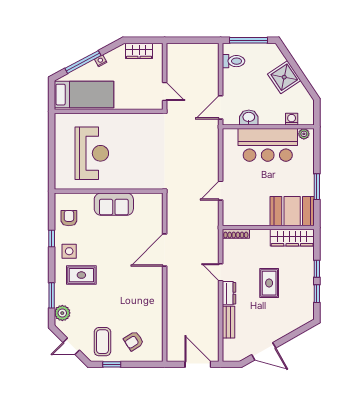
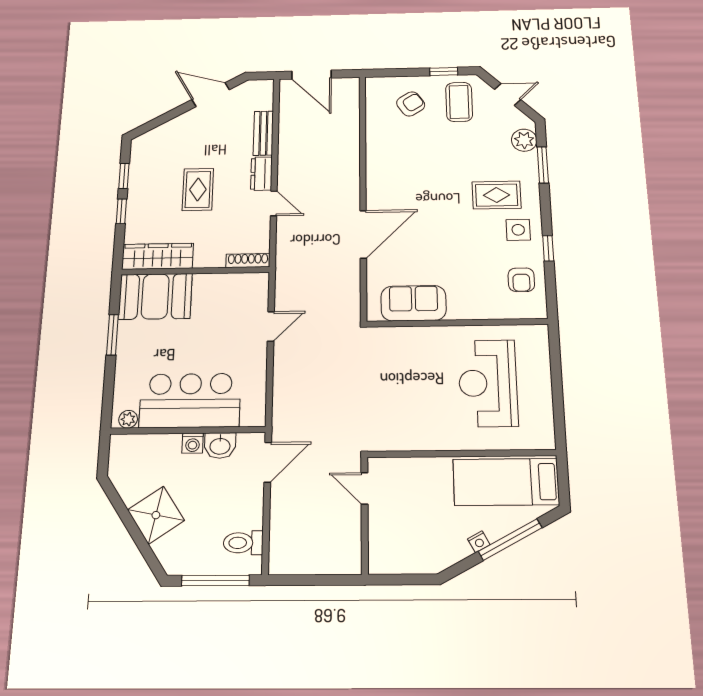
wardrobe: (139, 51) -> (411, 560), removed
washing machine: (292, 119) -> (193, 443), moved
sofa: (114, 204) -> (414, 303), moved

